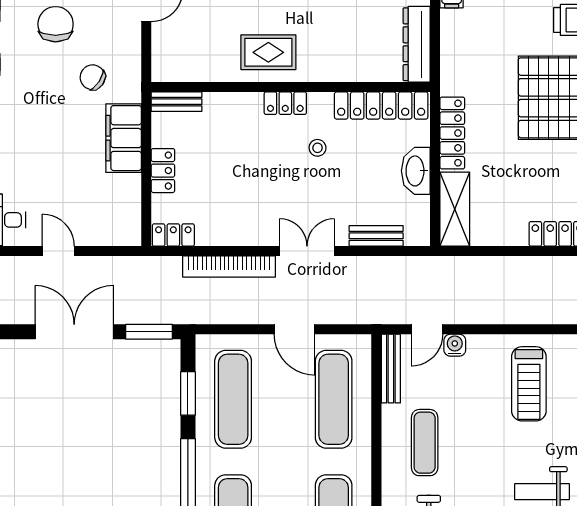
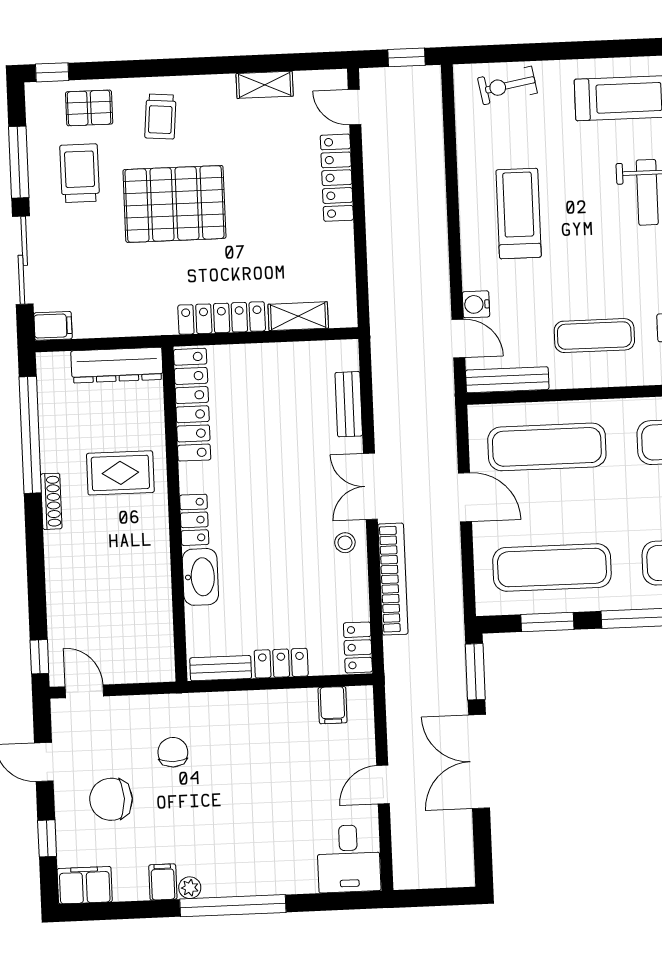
rug: (268, 52) -> (120, 473), moved, turned 90
chair: (93, 77) -> (173, 752), turned 146
bench: (177, 102) -> (221, 668), moved, turned 90
filing cabinet: (124, 138) -> (333, 705), moved, width x0.33, depth x0.86
stool: (318, 148) -> (345, 543), moved
washbasin: (416, 171) -> (200, 577), moved, turned -90
shelving: (455, 209) -> (298, 316), width x0.67, depth x0.75
door: (295, 329) -> (465, 497), hinge flipped
treadmill: (529, 384) -> (519, 213), turned -90

